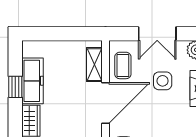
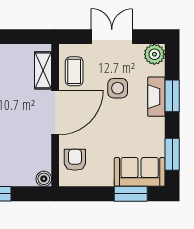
double door: (157, 34) -> (112, 37), swing flipped

